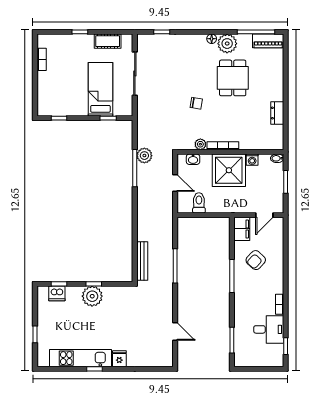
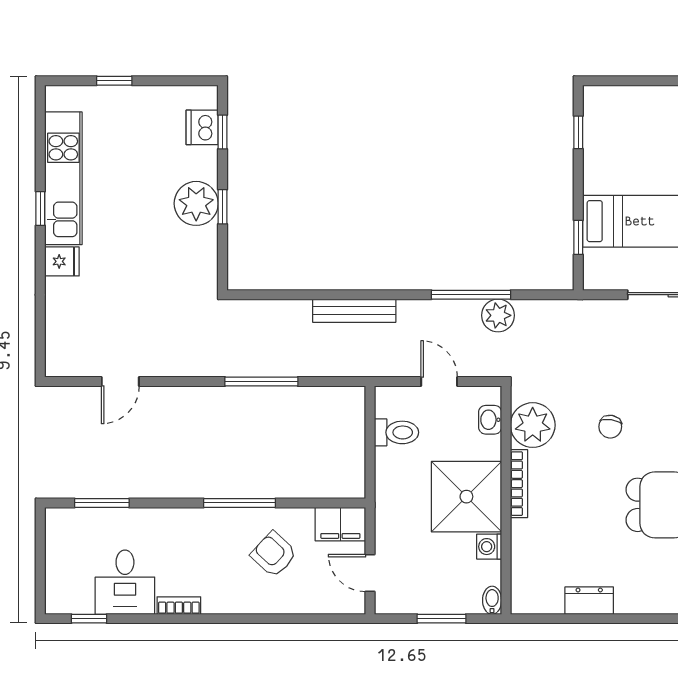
plant: (200, 144) -> (533, 425), width x1.87, depth x1.87
door: (175, 183) -> (439, 381), swing flipped
bench: (142, 261) -> (354, 311), moved

